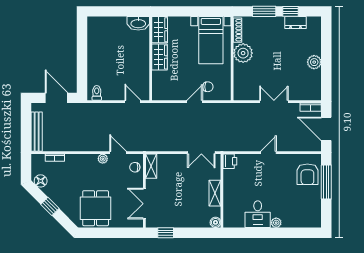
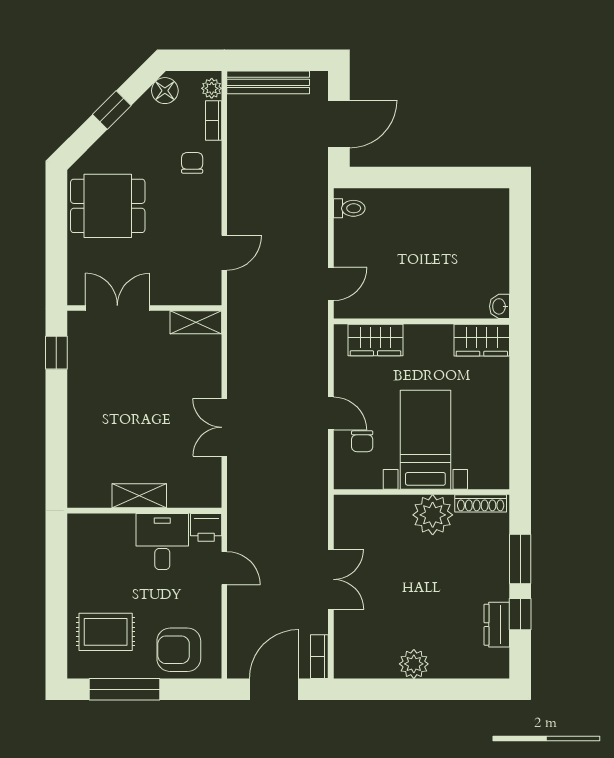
washbasin: (138, 23) -> (500, 306), width x0.52, depth x0.69
bed with nightstands: (211, 40) -> (425, 440), moved, turned 90
wardrobe: (160, 57) -> (376, 340), moved
plant: (103, 159) -> (212, 88), moved
printer: (230, 161) -> (206, 527), moved
chair: (135, 167) -> (192, 163), moved
window: (326, 182) -> (125, 689), moved
wall: (222, 191) -> (144, 511), moved
shelving: (215, 193) -> (139, 496), moved
rug: (299, 209) -> (106, 632), added
desk: (258, 214) -> (162, 541), moved, turned 90
boiler: (215, 222) -> (78, 457), removed
plant: (276, 223) -> (78, 584), removed

